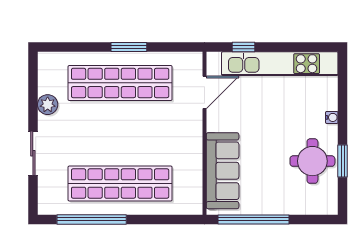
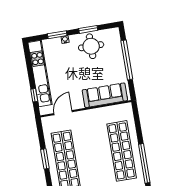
door: (204, 92) -> (63, 113), hinge flipped
window: (343, 105) -> (57, 35), added
window: (254, 219) -> (127, 60), moved

